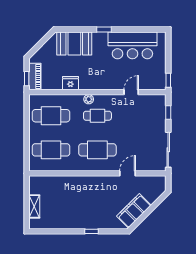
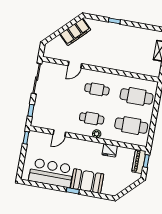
booth: (74, 43) -> (87, 181), moved
cafe table: (97, 150) -> (97, 89), width x0.73, depth x0.74

